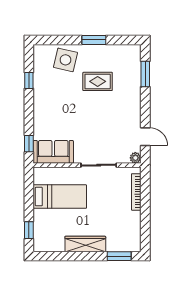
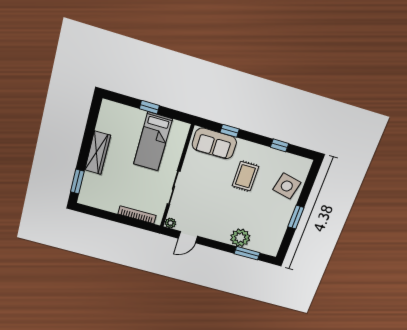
rug: (98, 81) -> (245, 176), moved
plant: (131, 86) -> (240, 238), added
window: (29, 144) -> (230, 131), moved
sofa: (53, 152) -> (214, 143), moved, turned 90
window: (29, 230) -> (149, 107), moved

